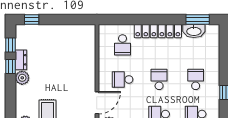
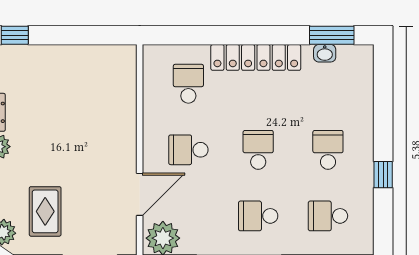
washbasin: (194, 31) -> (325, 53), width x0.52, depth x0.69
school desk: (123, 45) -> (188, 84), turned 180

